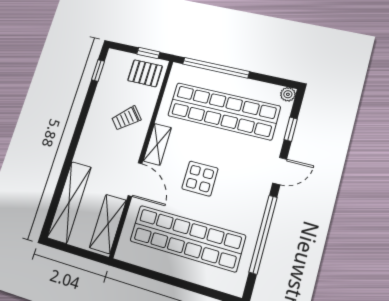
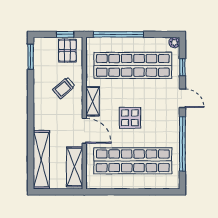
window: (98, 71) -> (31, 57), width x1.50
pallet: (145, 73) -> (67, 51), turned 90
door: (280, 171) -> (182, 98), hinge flipped

